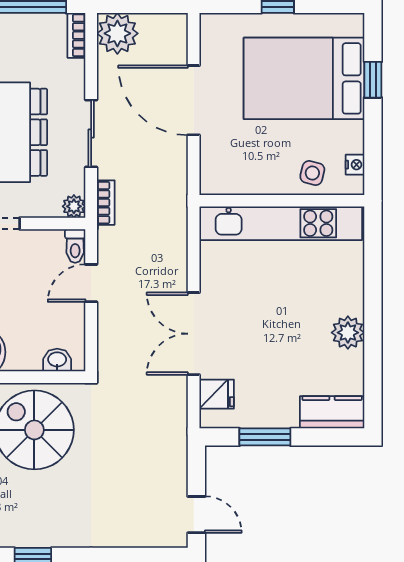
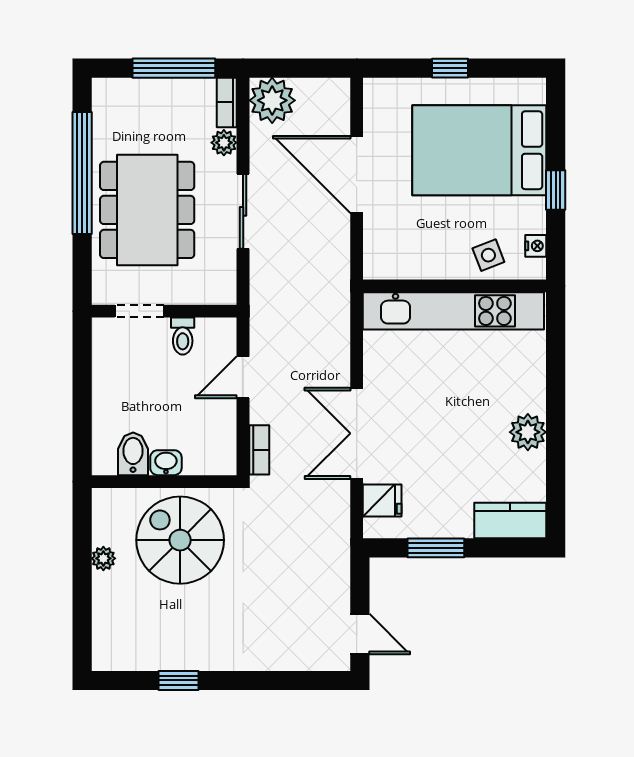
window: (373, 80) -> (556, 190), moved
side table: (312, 173) -> (488, 255), turned -35
bookcase: (106, 203) -> (259, 450), moved
plant: (74, 206) -> (224, 143), moved
toilet: (75, 246) -> (183, 336), moved
washbasin: (57, 360) -> (166, 463), moved

